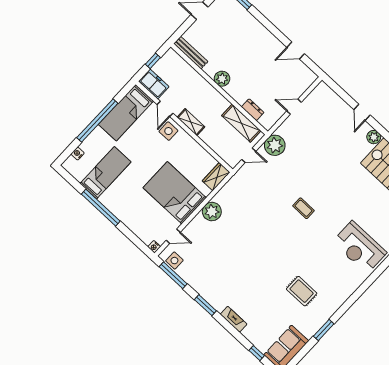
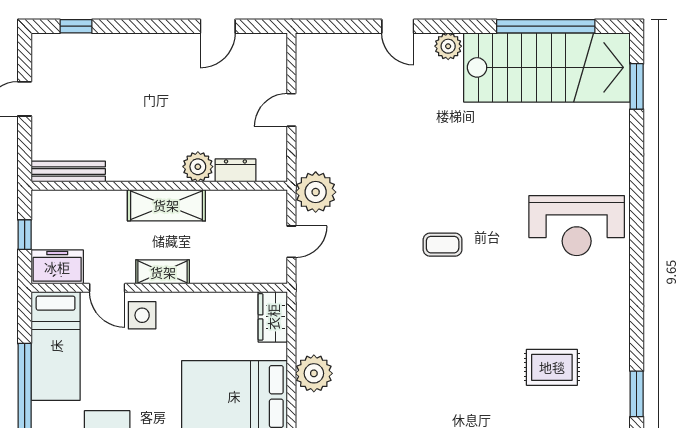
plant: (222, 79) -> (198, 167), moved
shelving: (241, 123) -> (166, 205), moved

